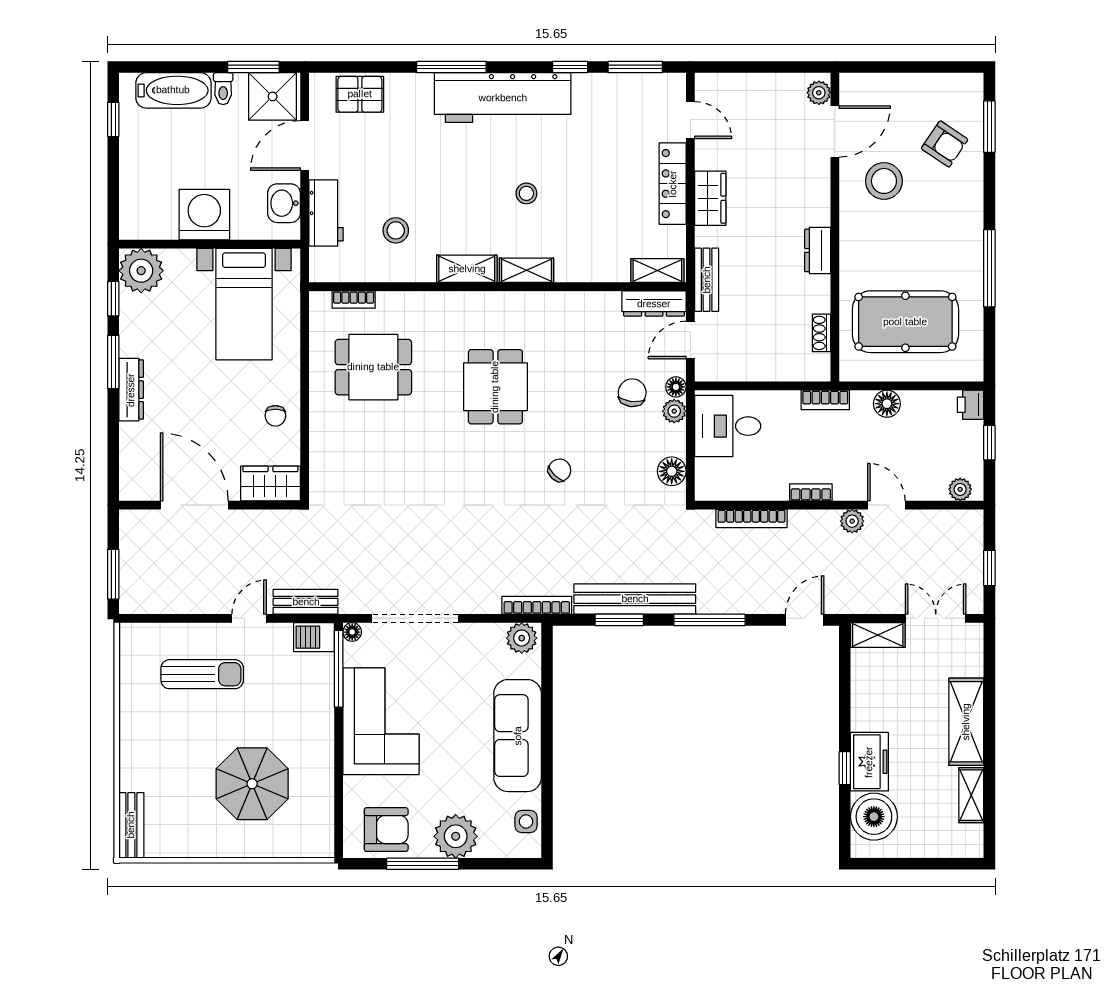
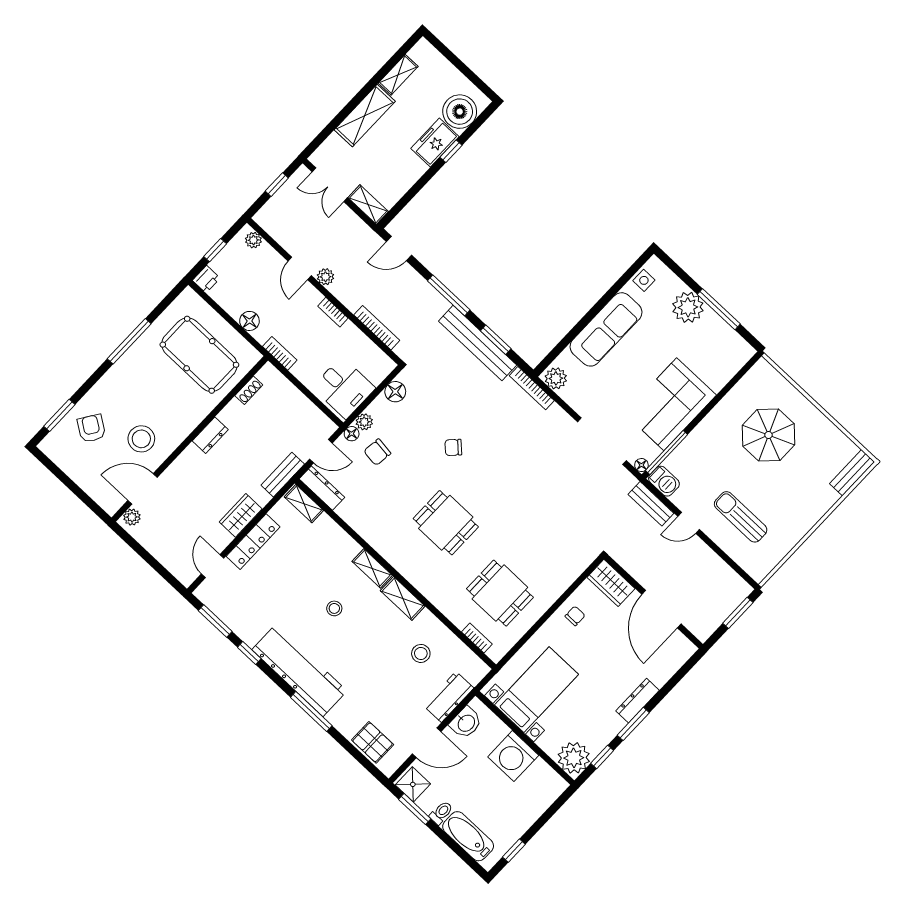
shower: (273, 96) -> (413, 784), width x0.73, depth x0.73
dining table: (495, 387) -> (446, 523), turned 90
armchair: (386, 830) -> (721, 345), removed

